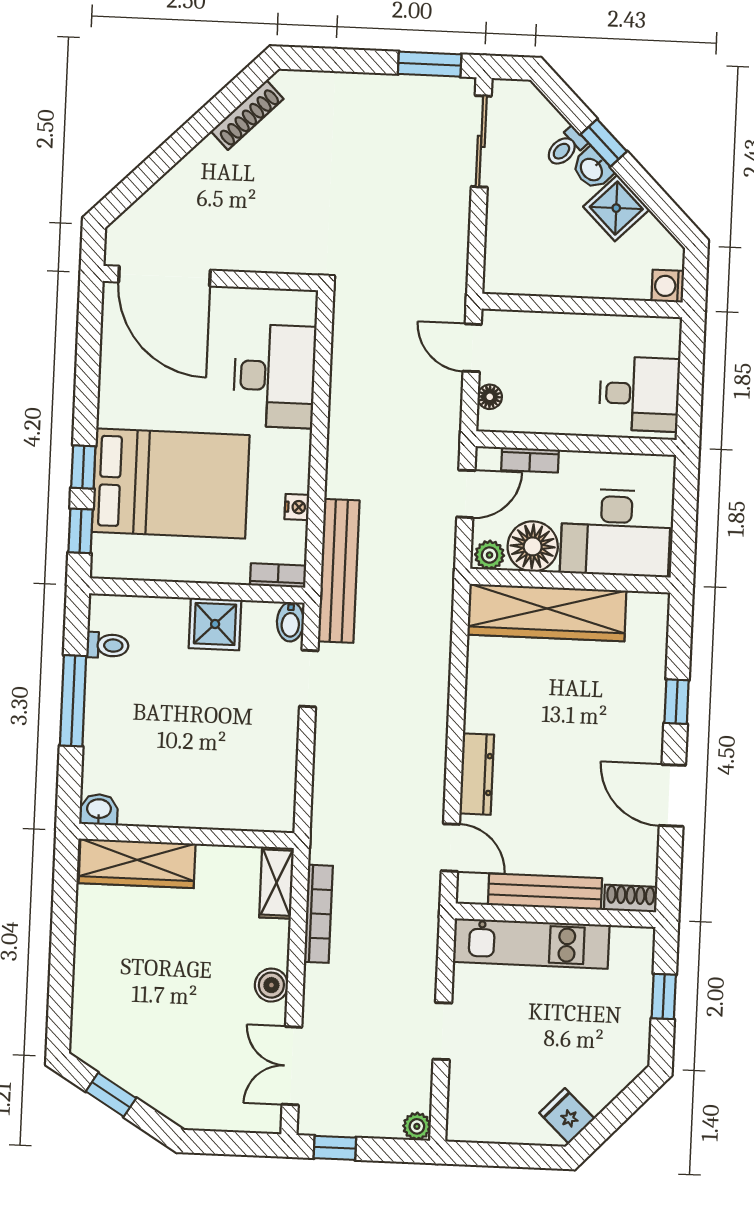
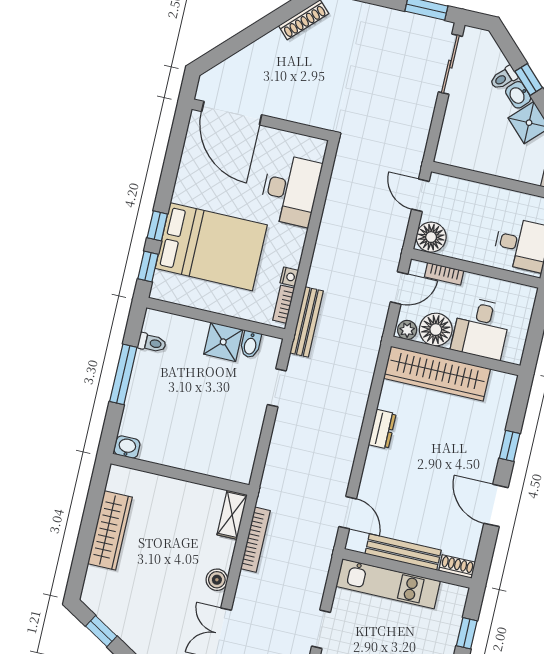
floor lamp: (490, 397) -> (431, 237), width x1.89, depth x1.89
desk: (616, 533) -> (481, 328), width x0.73
bench: (339, 571) -> (307, 322), width x0.73, depth x0.82
bookcase: (278, 575) -> (284, 304), moved, turned -90
bidet: (290, 622) -> (250, 344), moved
dresser: (477, 774) -> (382, 429), moved, width x0.70
wardrobe: (137, 863) -> (110, 530), moved, turned -90

